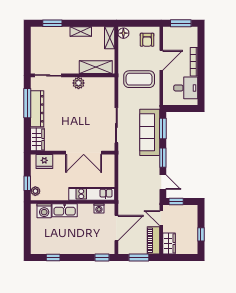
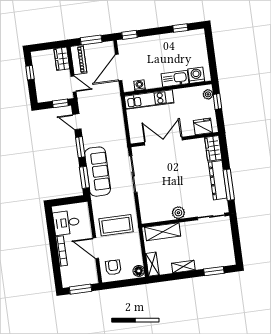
door: (161, 60) -> (96, 248), hinge flipped

